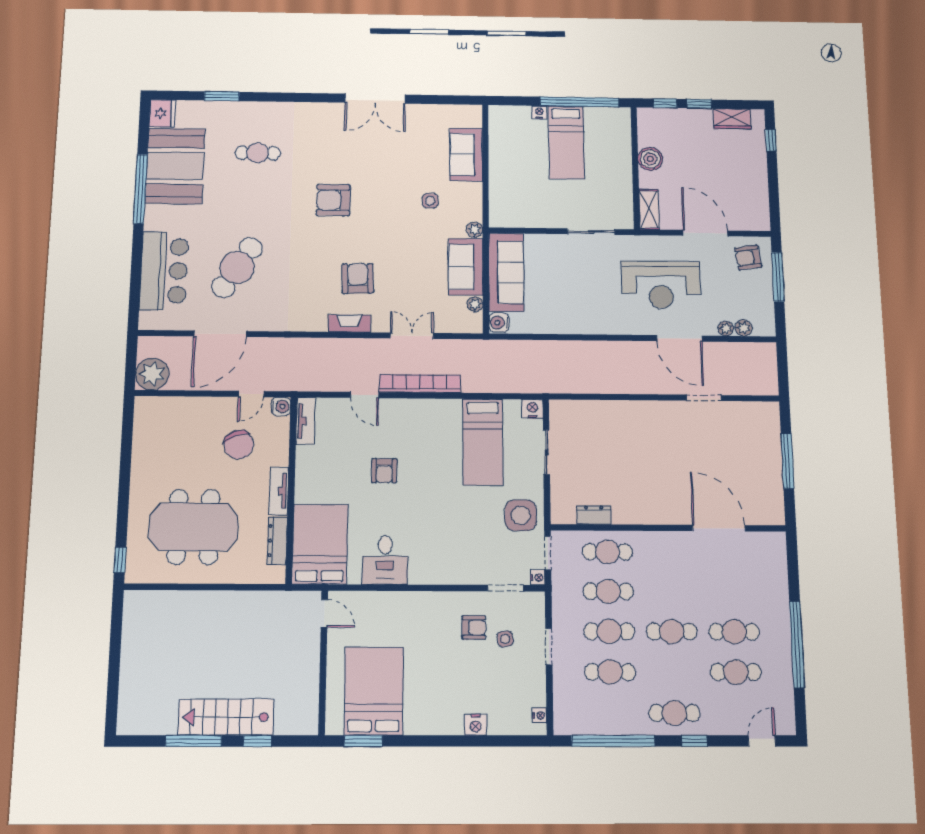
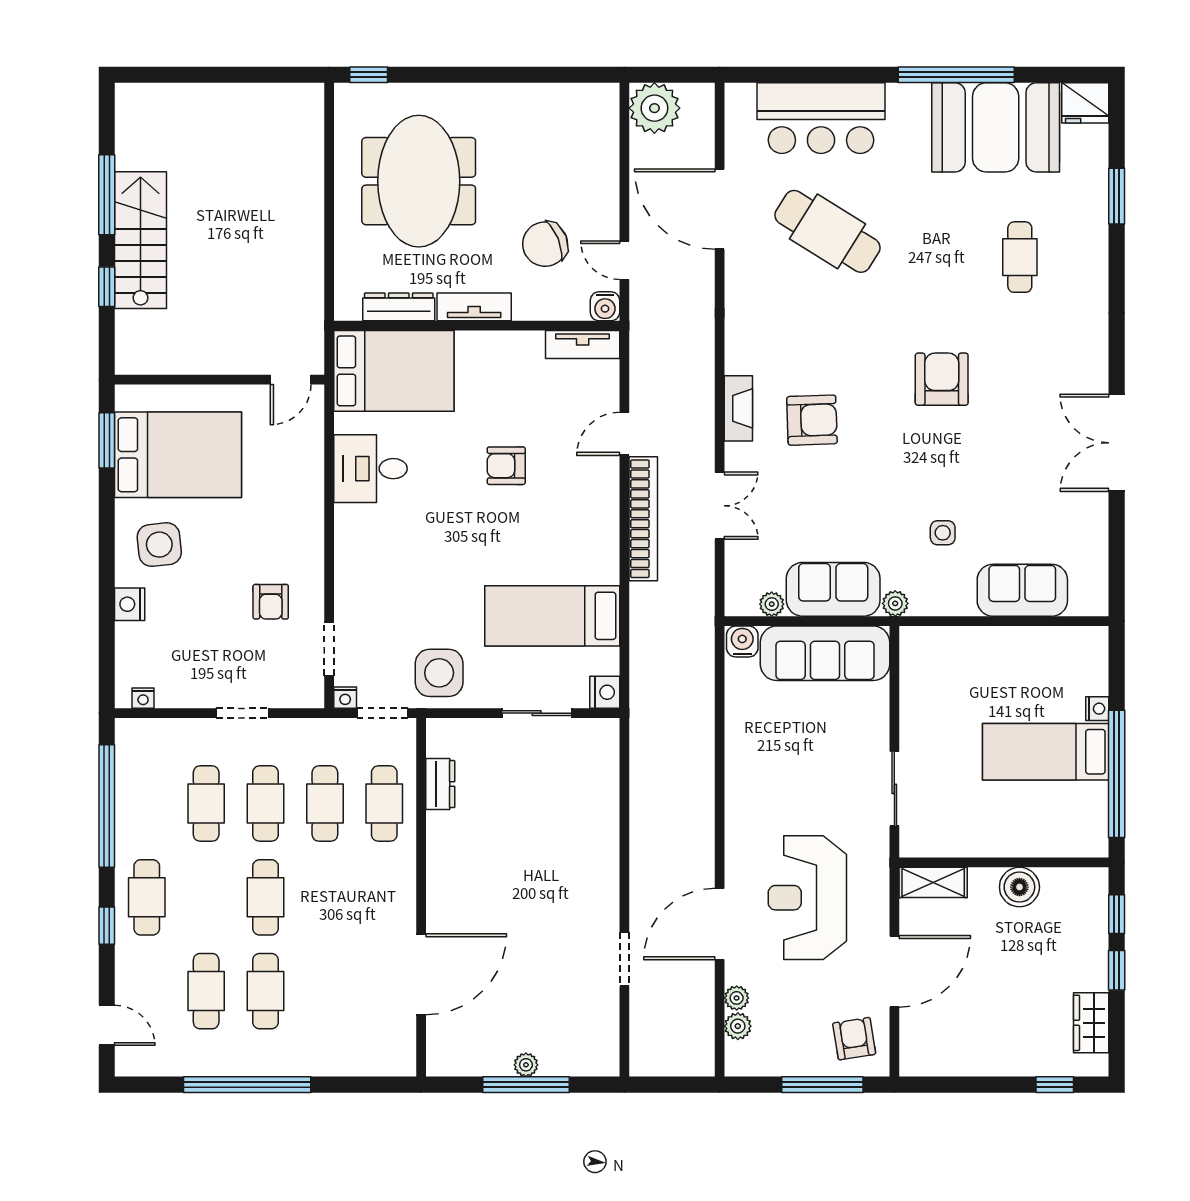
plant: (775, 461) -> (526, 1065), added
side table: (505, 639) -> (159, 545), moved, width x1.87, depth x1.87

